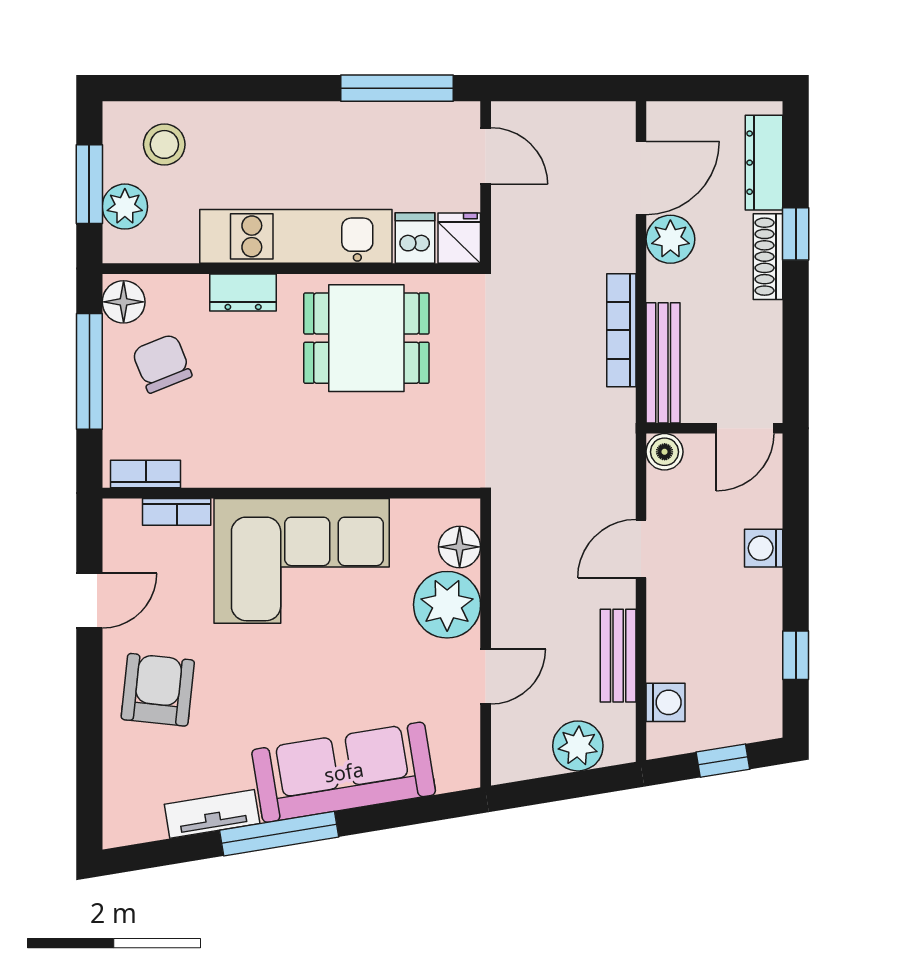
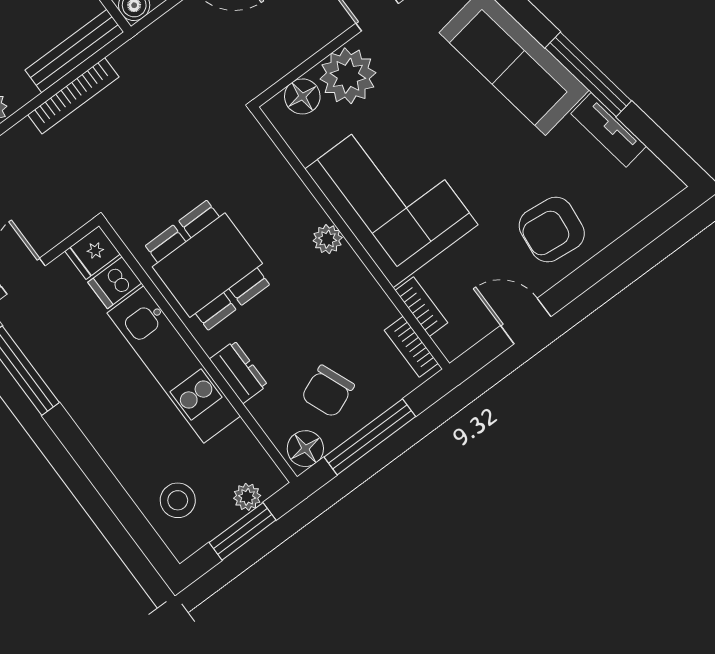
plant: (125, 207) -> (247, 497), width x0.73, depth x0.73
plant: (306, 470) -> (328, 239), added

